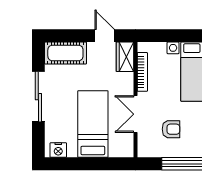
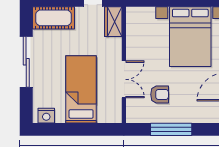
bookcase: (142, 72) -> (131, 37), removed
double door: (135, 114) -> (124, 79), swing flipped

